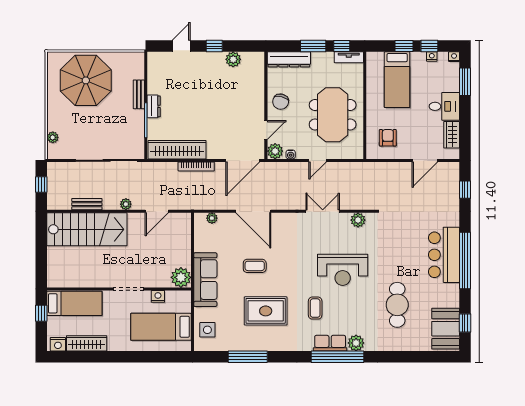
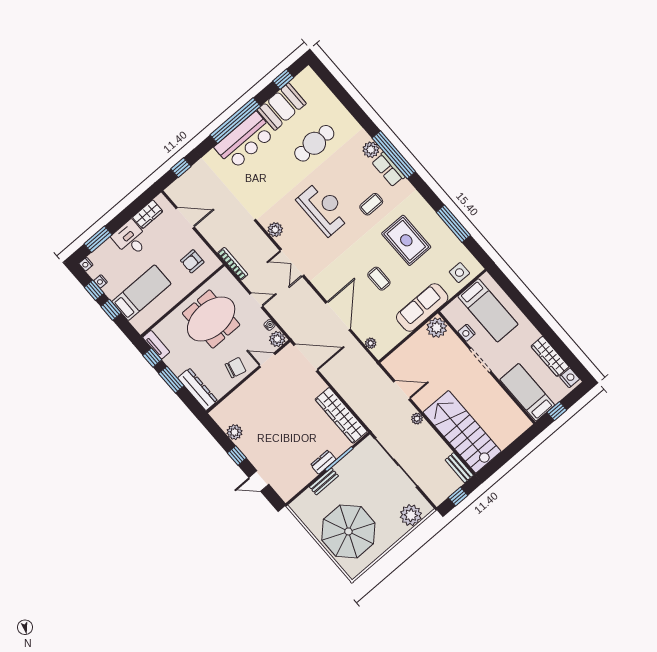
plant: (53, 137) -> (411, 515), width x1.87, depth x1.87
bookcase: (196, 166) -> (233, 264), moved
bench: (87, 204) -> (459, 468), moved
booth: (446, 329) -> (282, 107), moved

